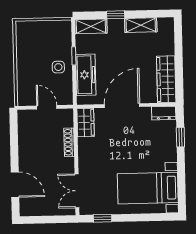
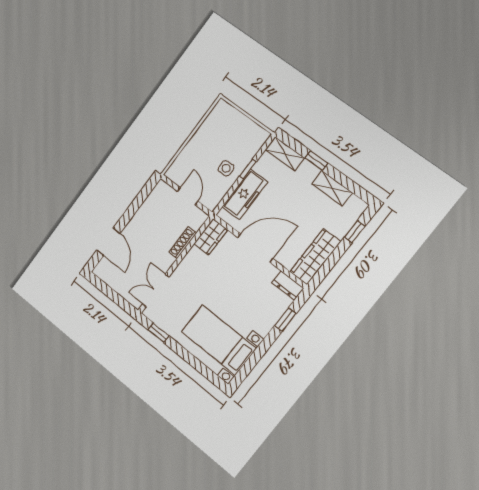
window: (178, 42) -> (355, 232), added

